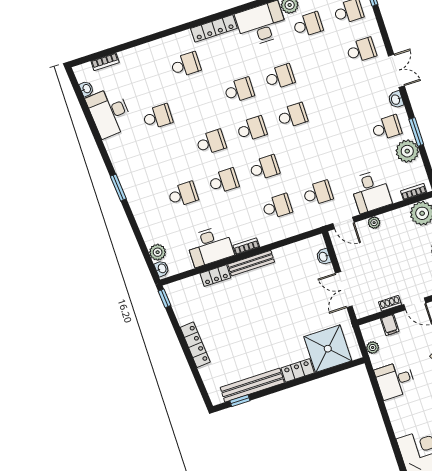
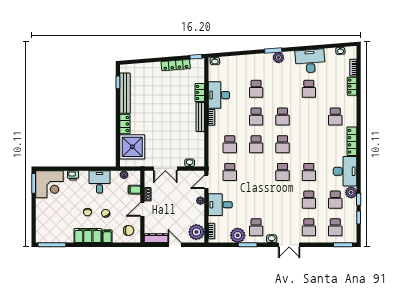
locker: (133, 55) -> (352, 86), added
school desk: (239, 90) -> (309, 200), moved
desk: (109, 112) -> (310, 61), moved
plant: (158, 252) -> (278, 57), moved
double door: (344, 290) -> (165, 169), swing flipped
locker: (195, 345) -> (176, 65), moved
printer: (398, 422) -> (73, 175), added

